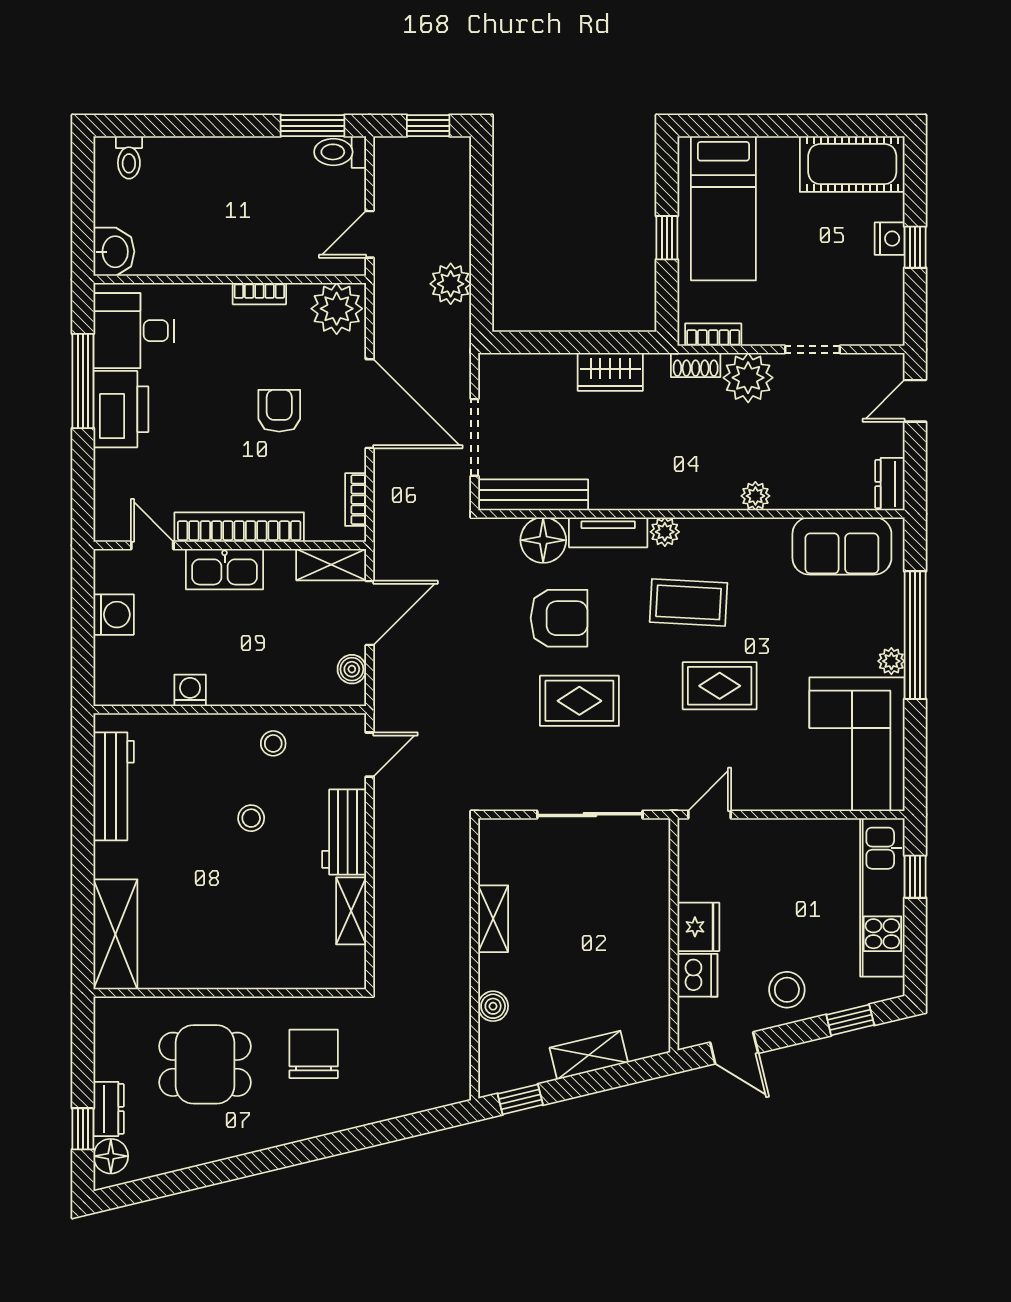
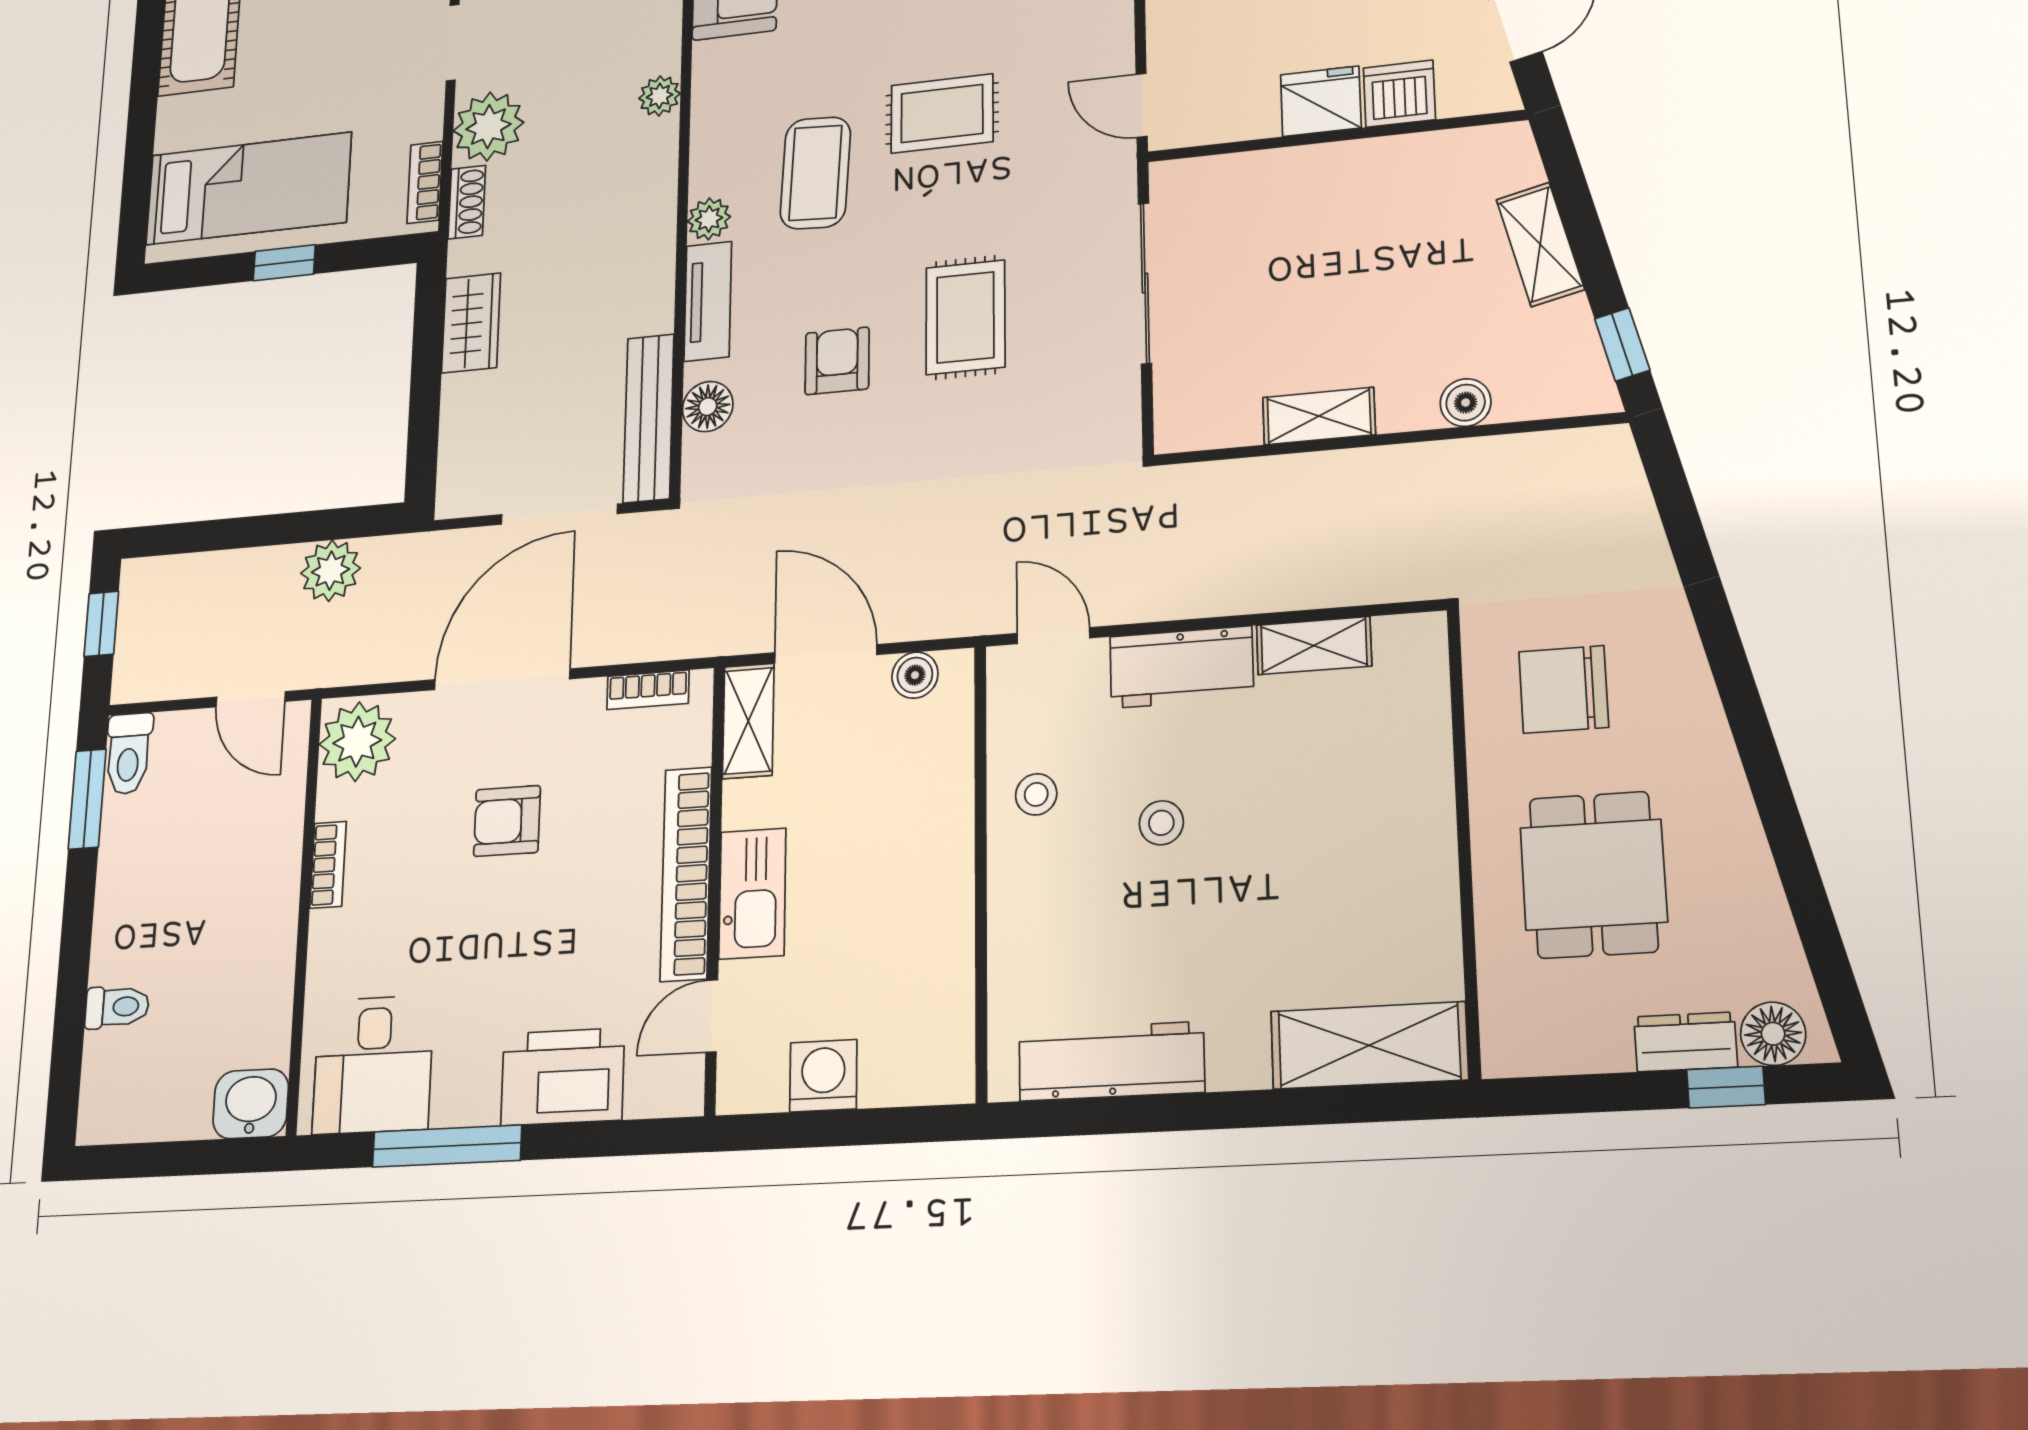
toilet: (129, 157) -> (117, 1007), moved
printer: (121, 409) -> (563, 1077), moved
floor lamp: (543, 540) -> (708, 407), width x0.73, depth x0.73
armchair: (559, 618) -> (837, 361), width x0.72, depth x0.72
rug: (720, 686) -> (942, 113), turned 90
washing machine: (190, 690) -> (949, 939), removed

